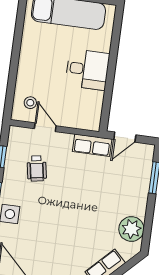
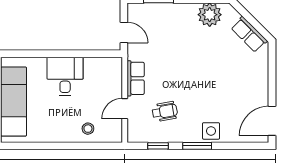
stool: (30, 103) -> (88, 129), moved
row of seats: (92, 145) -> (136, 78), moved

